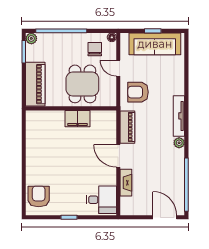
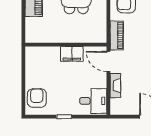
wall: (71, 108) -> (66, 45), moved
filing cabinet: (78, 119) -> (72, 54), moved

